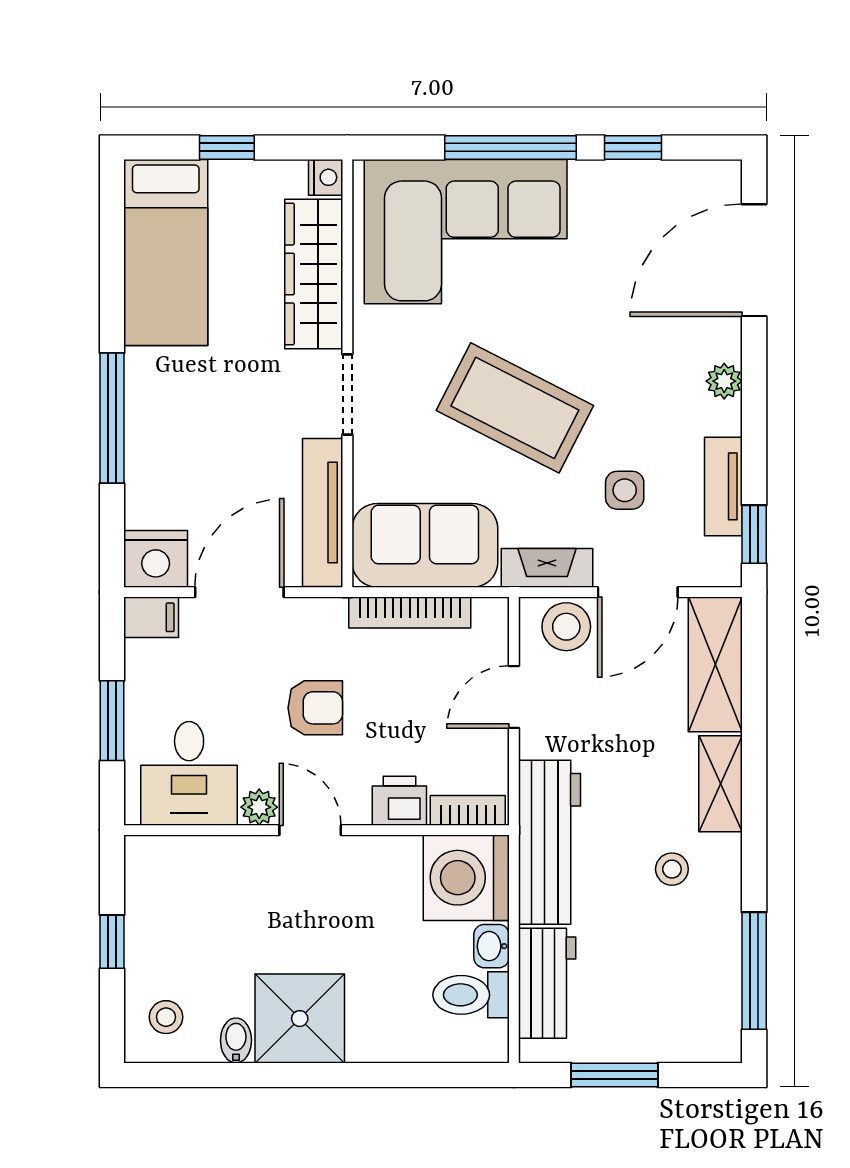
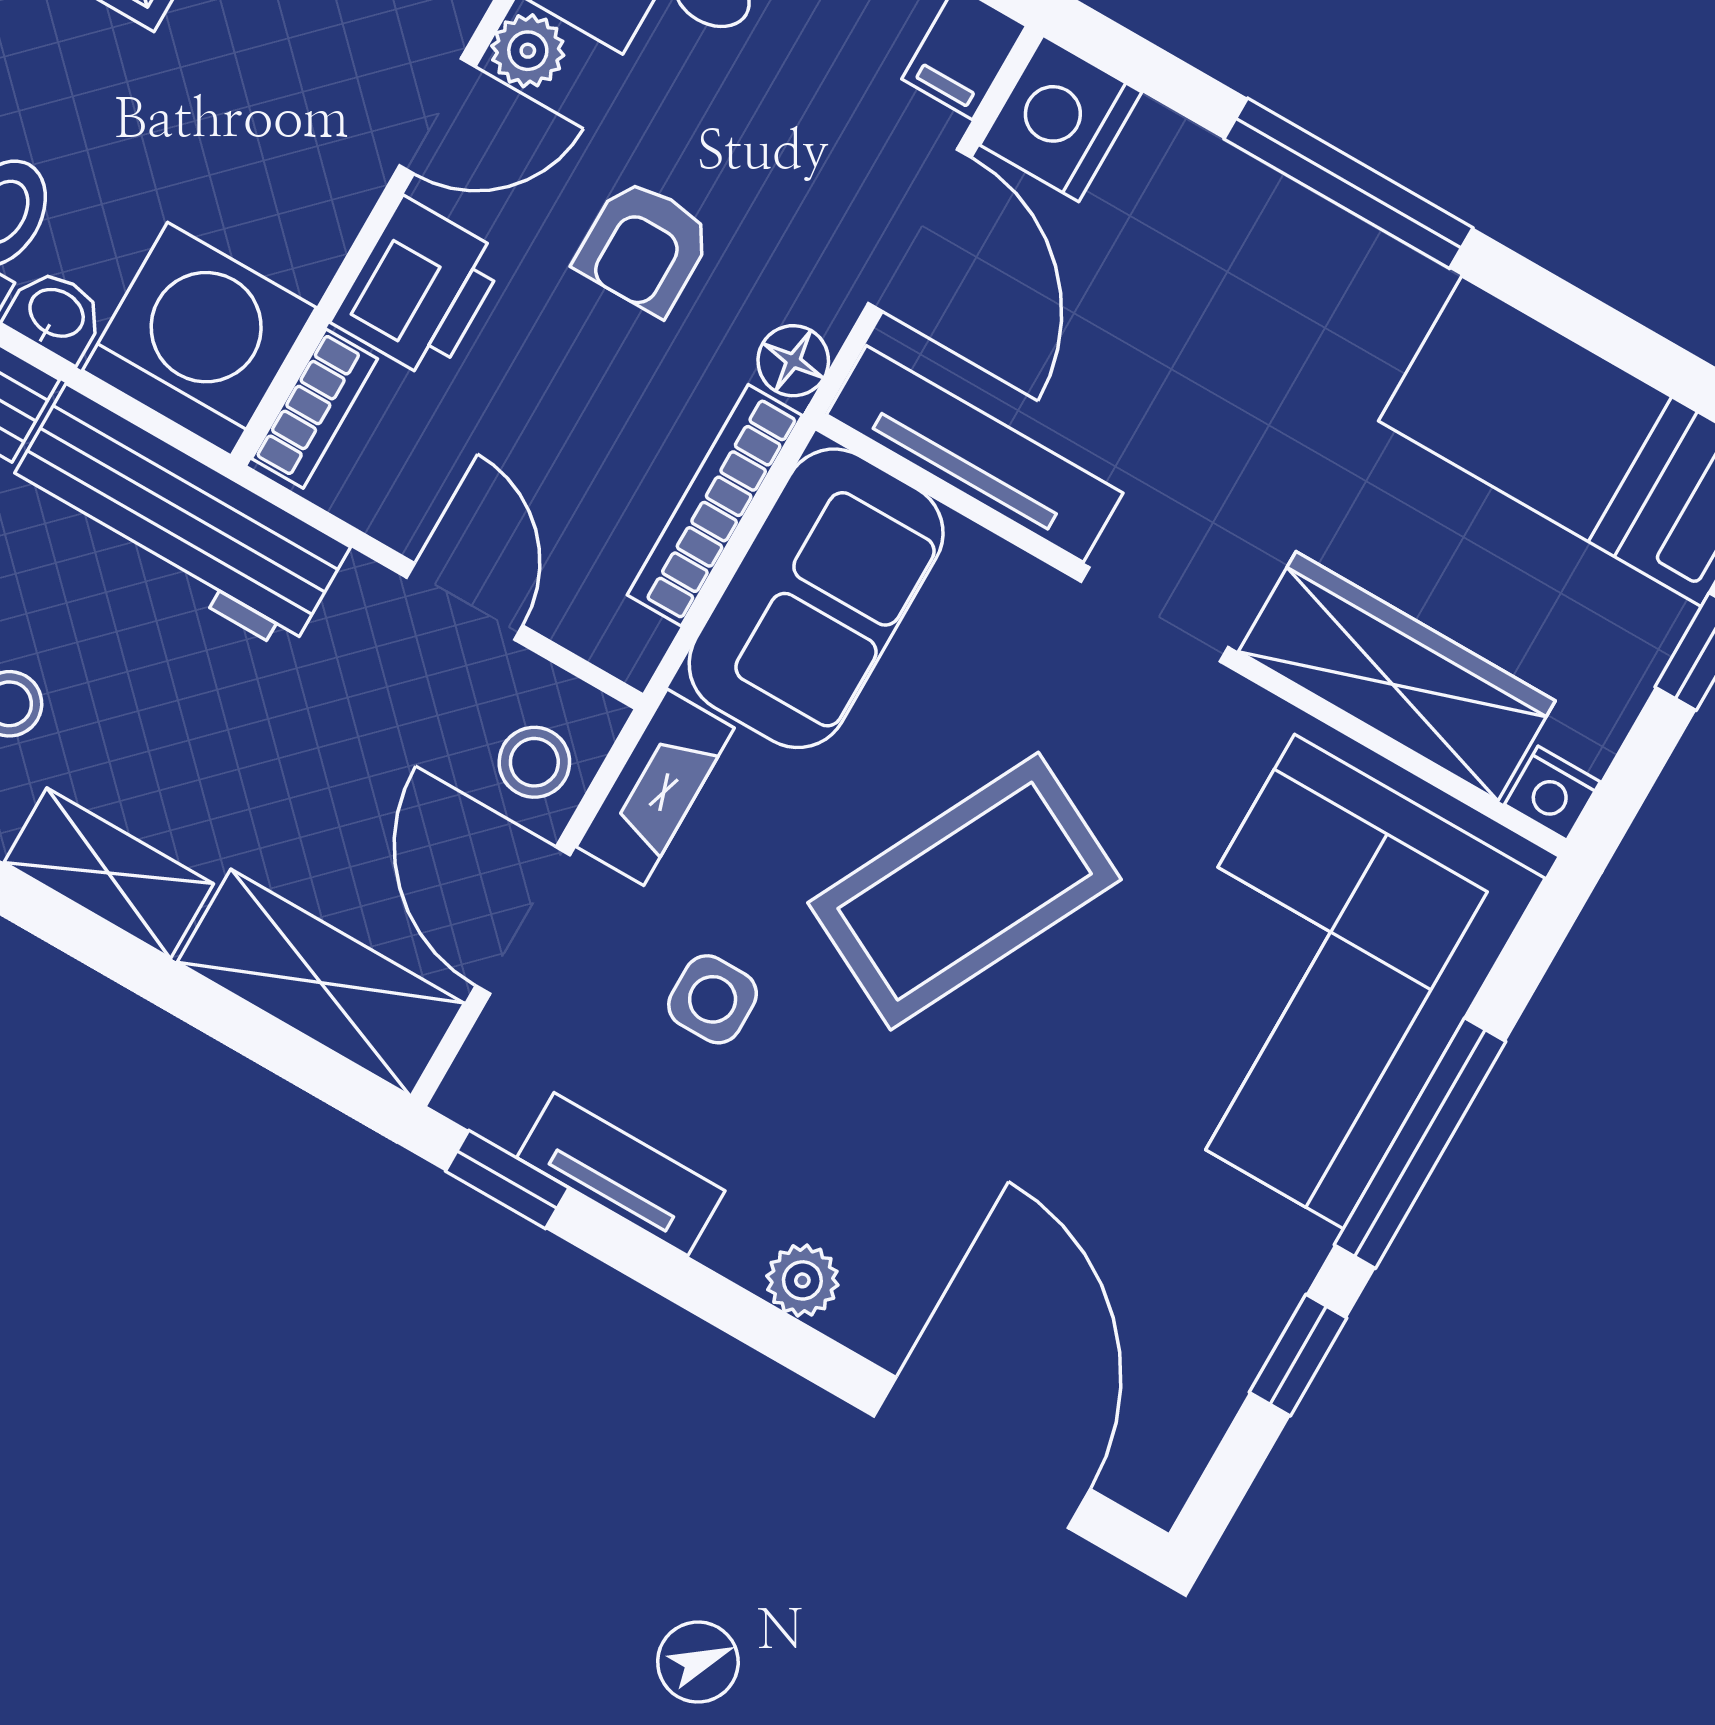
floor lamp: (327, 615) -> (793, 361), added
stool: (566, 627) -> (534, 762), width x0.73, depth x0.73
printer: (399, 801) -> (419, 289), width x1.36, depth x1.24

